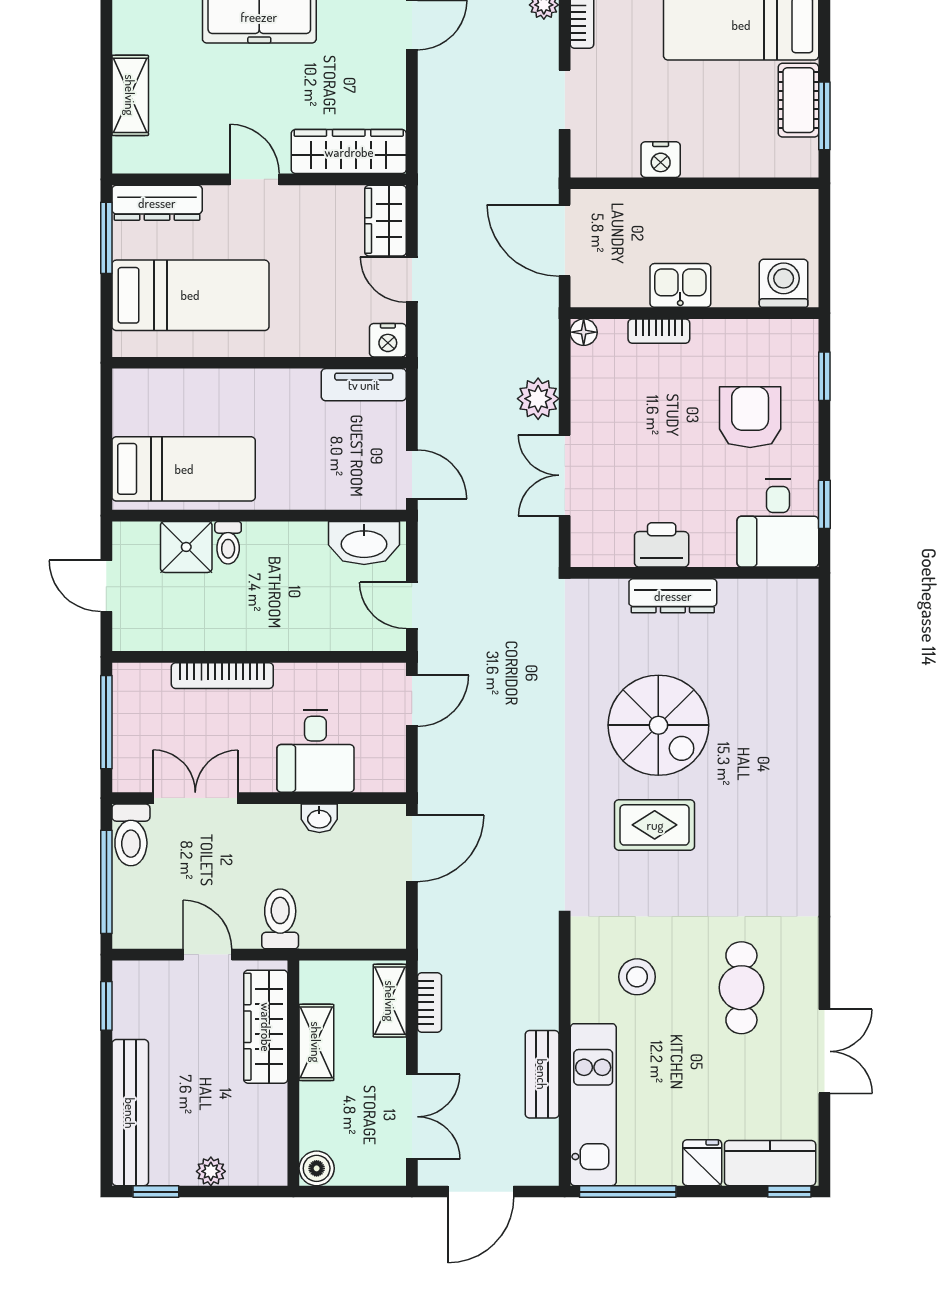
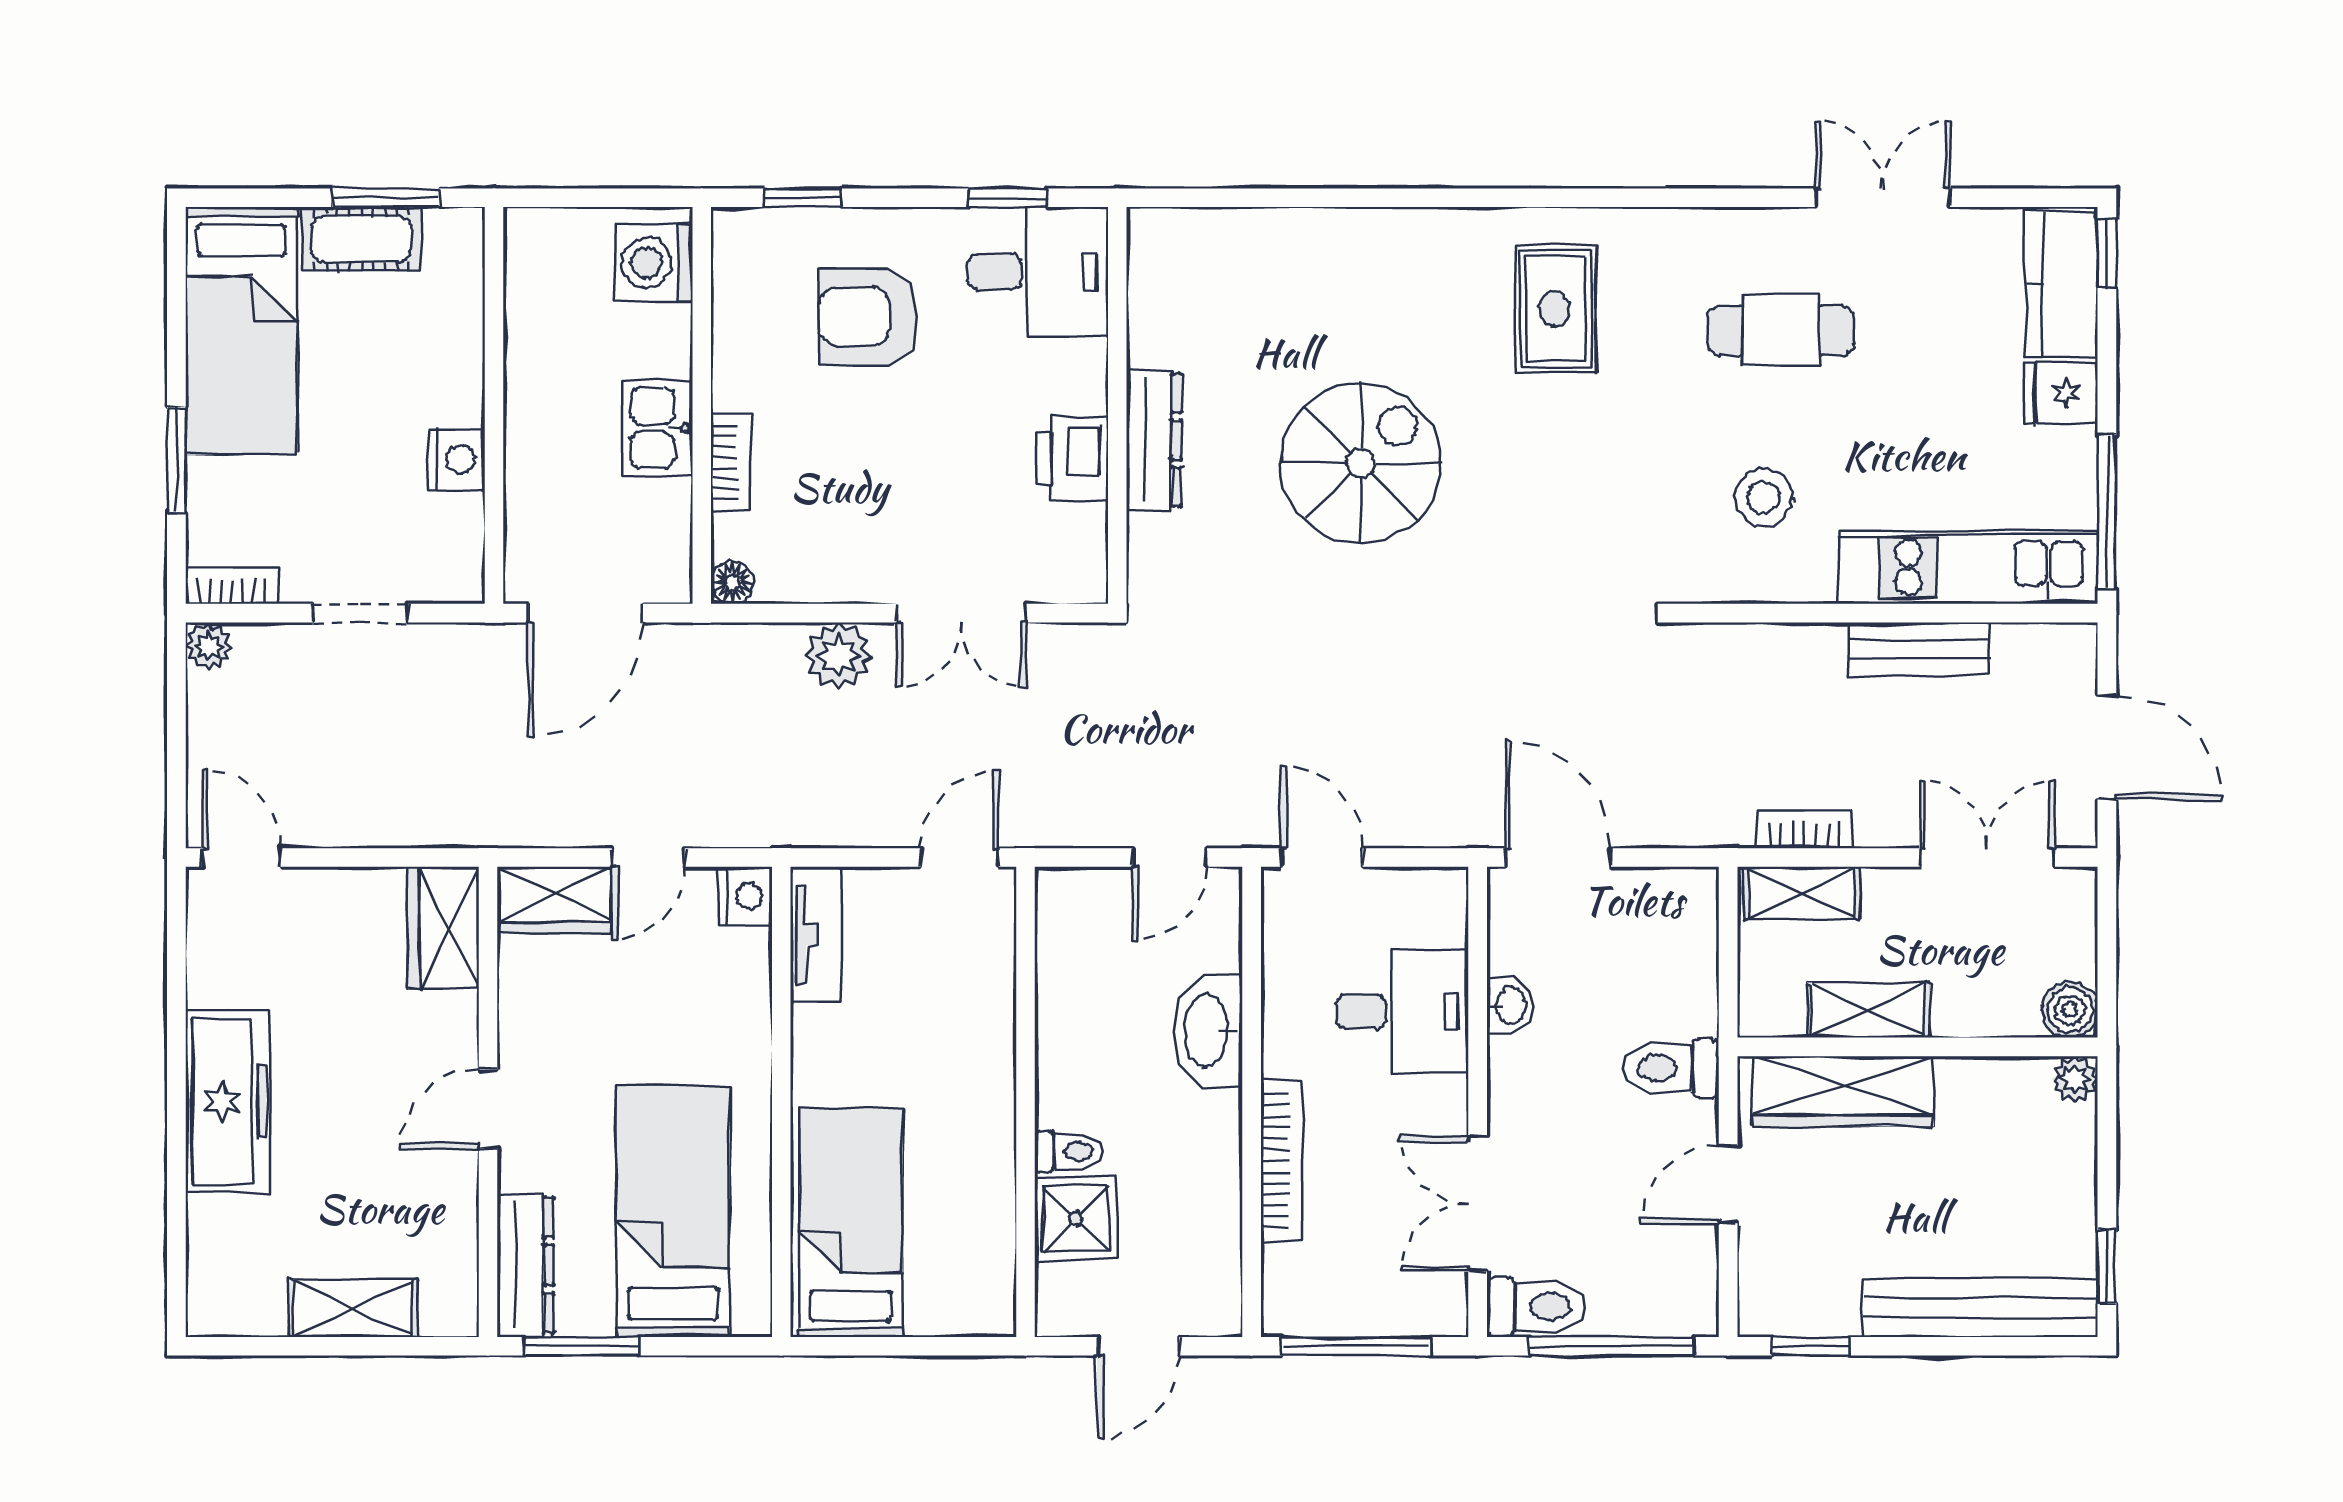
wardrobe: (349, 152) -> (443, 928), width x0.67
bed: (184, 469) -> (851, 1223), moved
washbasin: (364, 543) -> (1208, 1031), moved, turned 180
rug: (655, 825) -> (1555, 309), moved
plant: (211, 1171) -> (2075, 1079), moved

